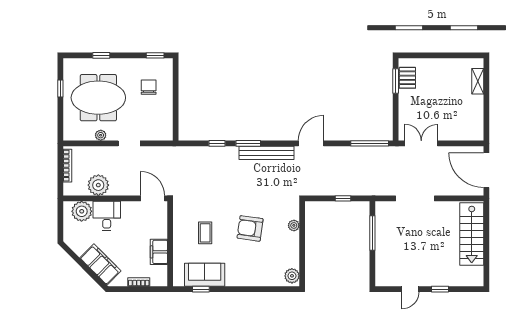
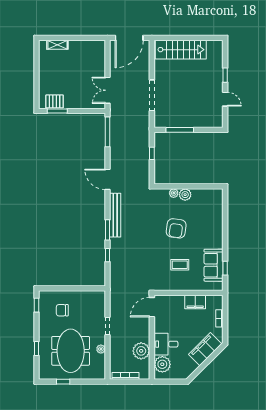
plant: (292, 276) -> (185, 195), moved

